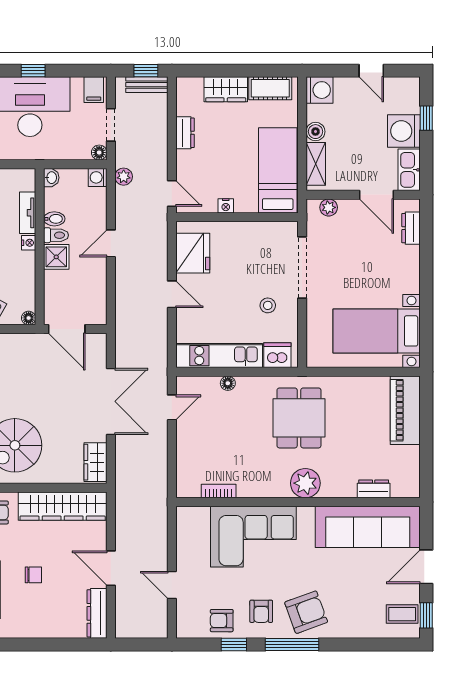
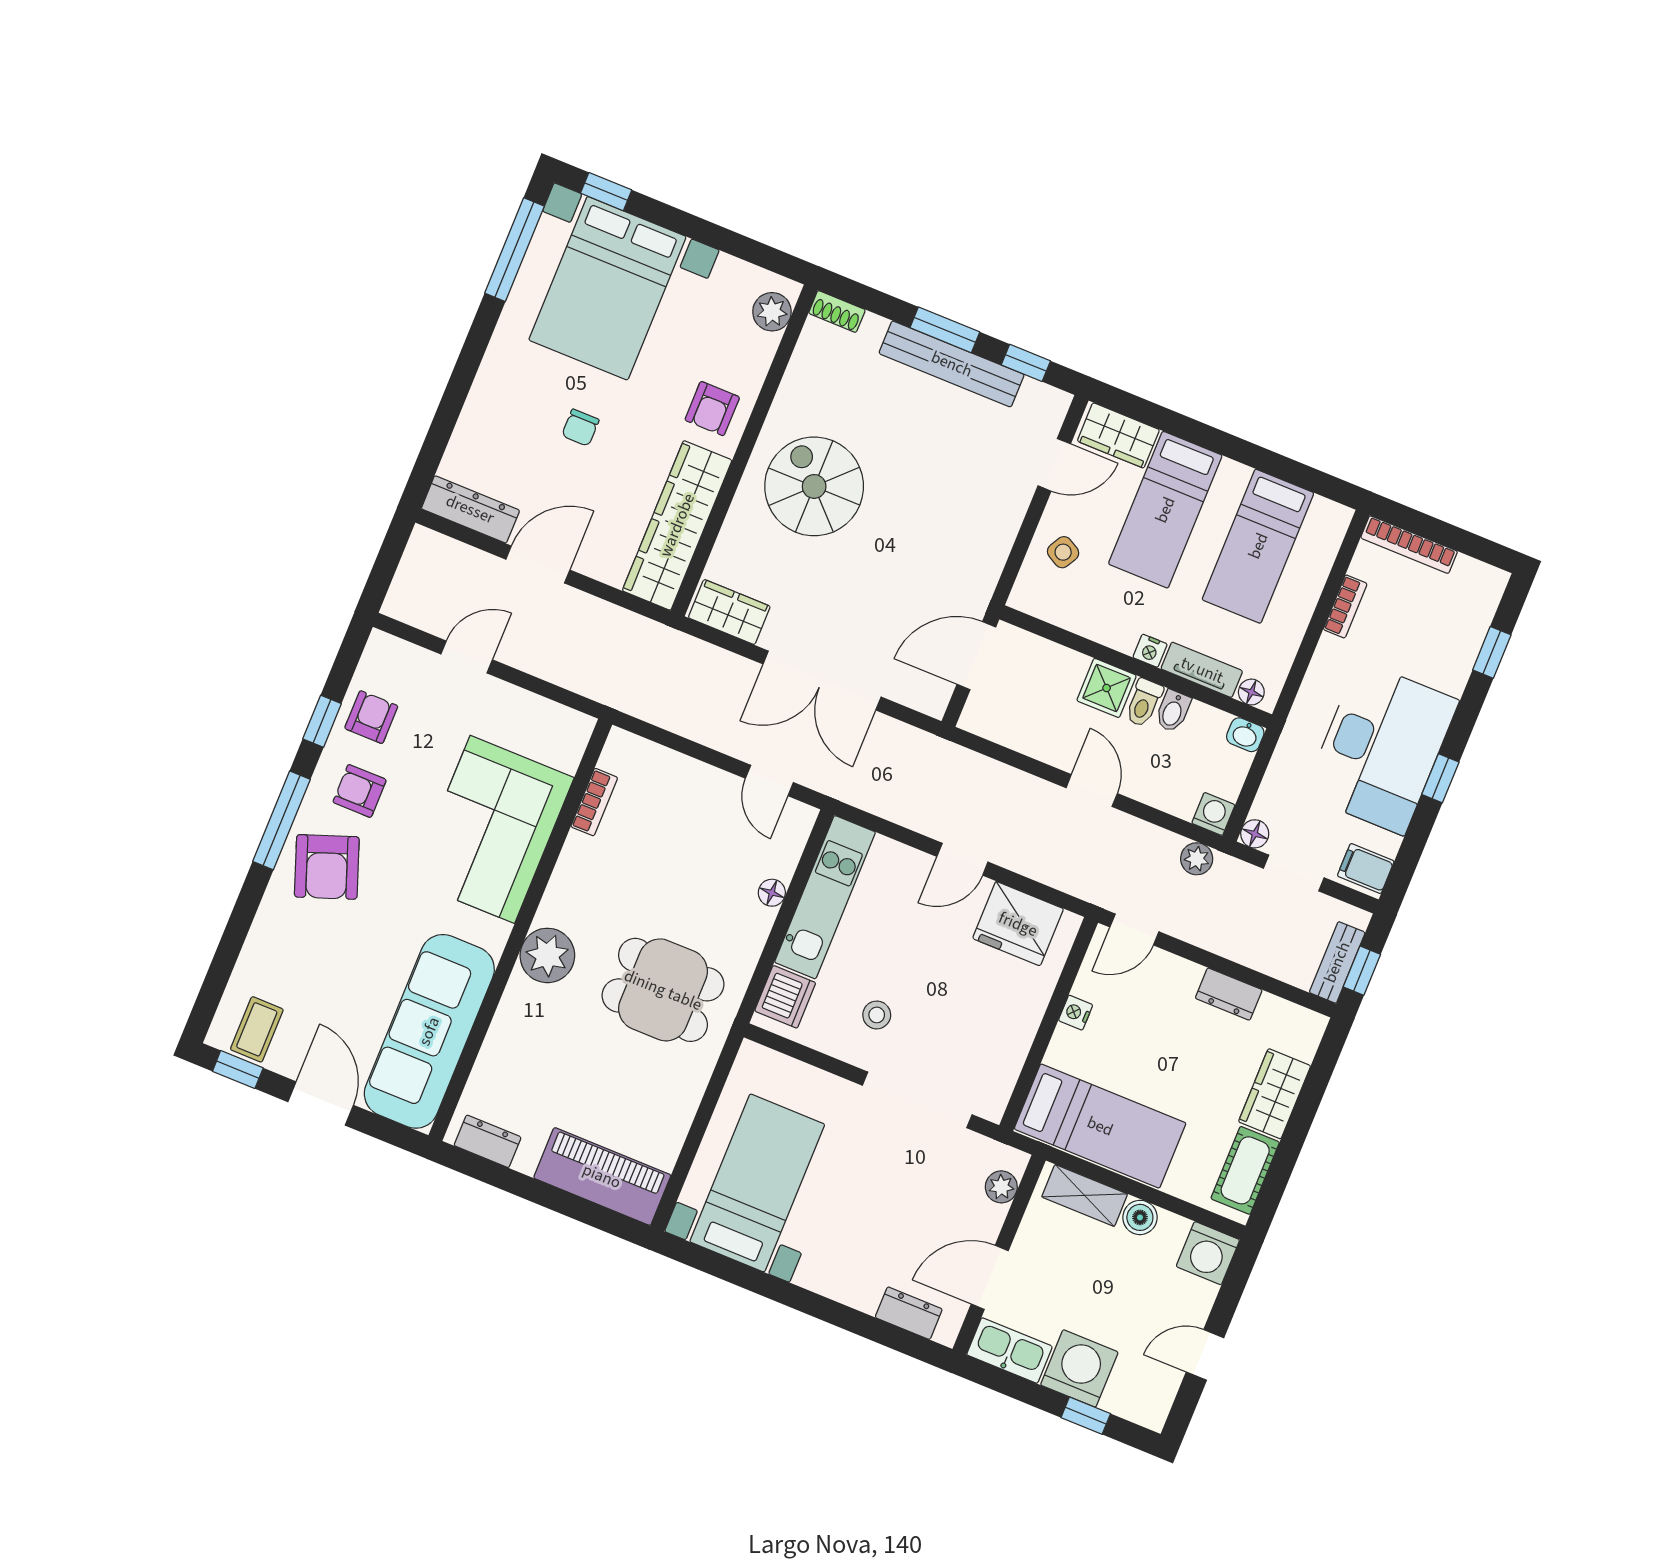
floor lamp: (29, 318) -> (1251, 692), moved
dresser: (374, 489) -> (488, 1141), moved, turned -90

